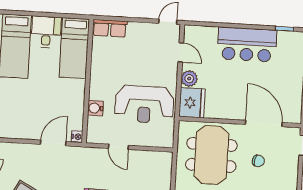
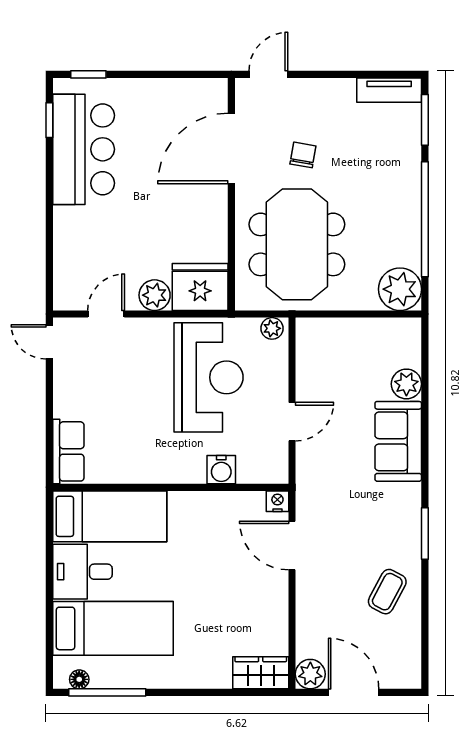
bar counter: (247, 45) -> (84, 149), moved
plant: (168, 139) -> (272, 328), added
meeting table: (211, 155) -> (297, 244), turned 90

